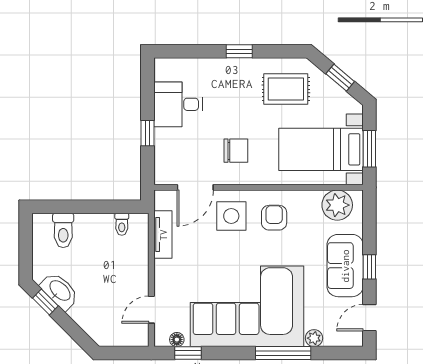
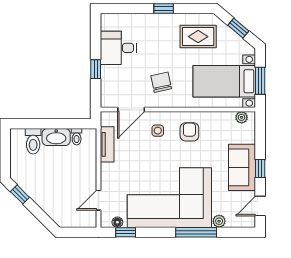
chair: (236, 151) -> (161, 82), turned -102
plant: (337, 205) -> (242, 117), width x0.53, depth x0.53
side table: (231, 216) -> (158, 131), width x0.54, depth x0.54
washbasin: (60, 291) -> (56, 137), moved, turned 135

